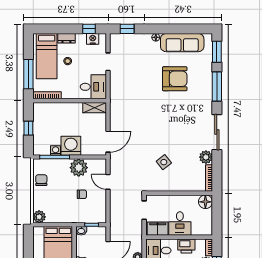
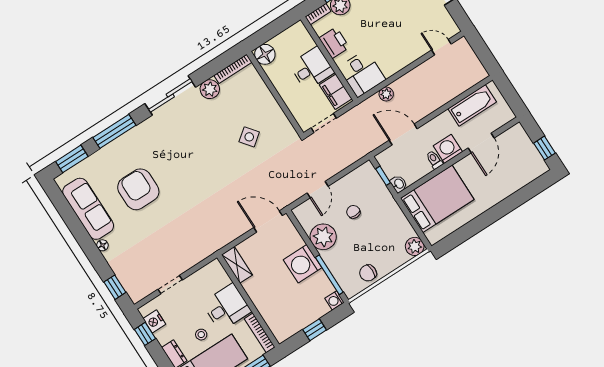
desk: (93, 87) -> (227, 307), moved, turned 90
washing machine: (56, 151) -> (334, 300), moved

